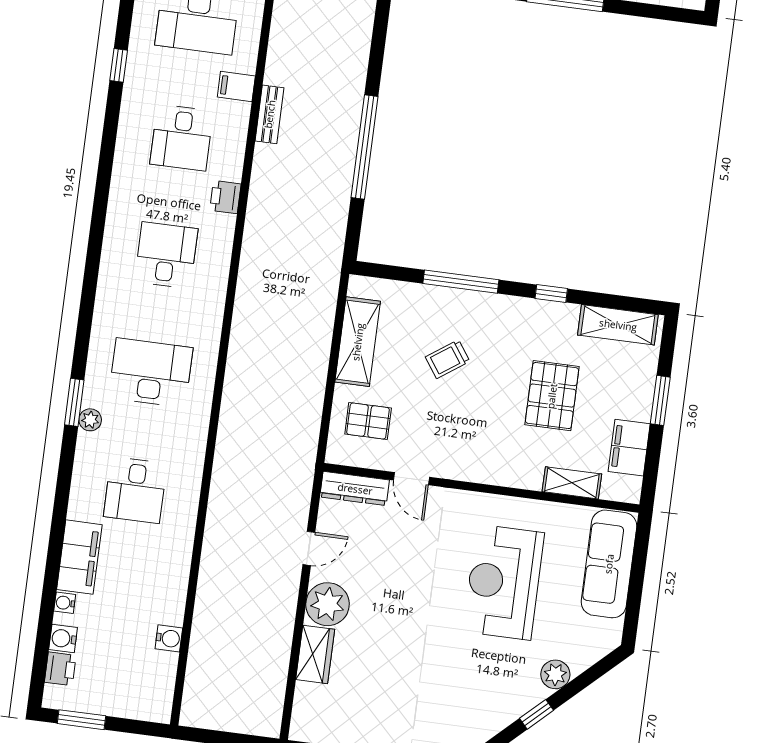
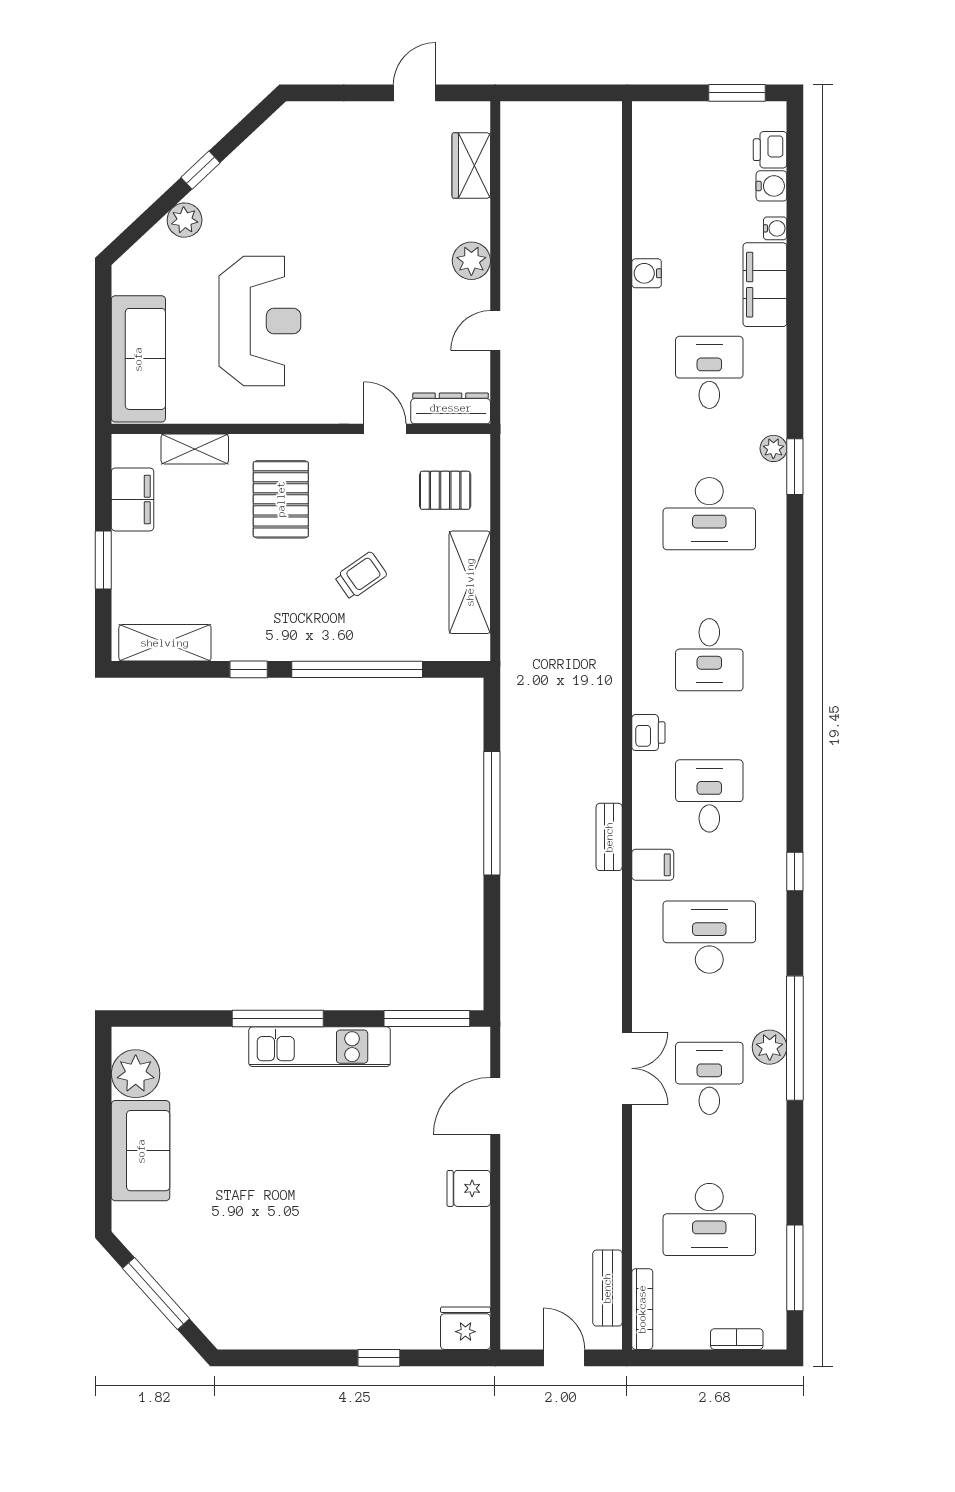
window: (461, 282) -> (357, 669), width x1.46
pallet: (552, 396) -> (281, 499), moved
plant: (327, 604) -> (471, 261), width x0.73, depth x0.73
water cooler: (169, 638) -> (647, 273), moved
wardrobe: (315, 654) -> (471, 166), moved

